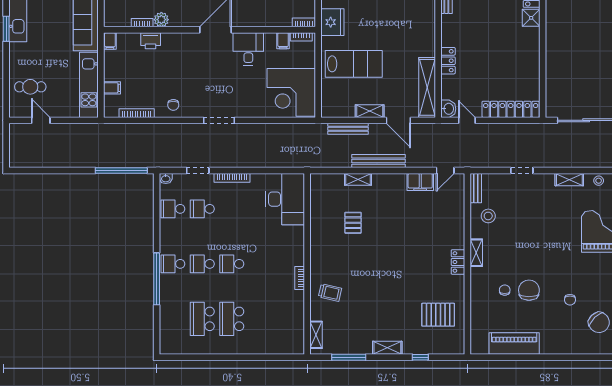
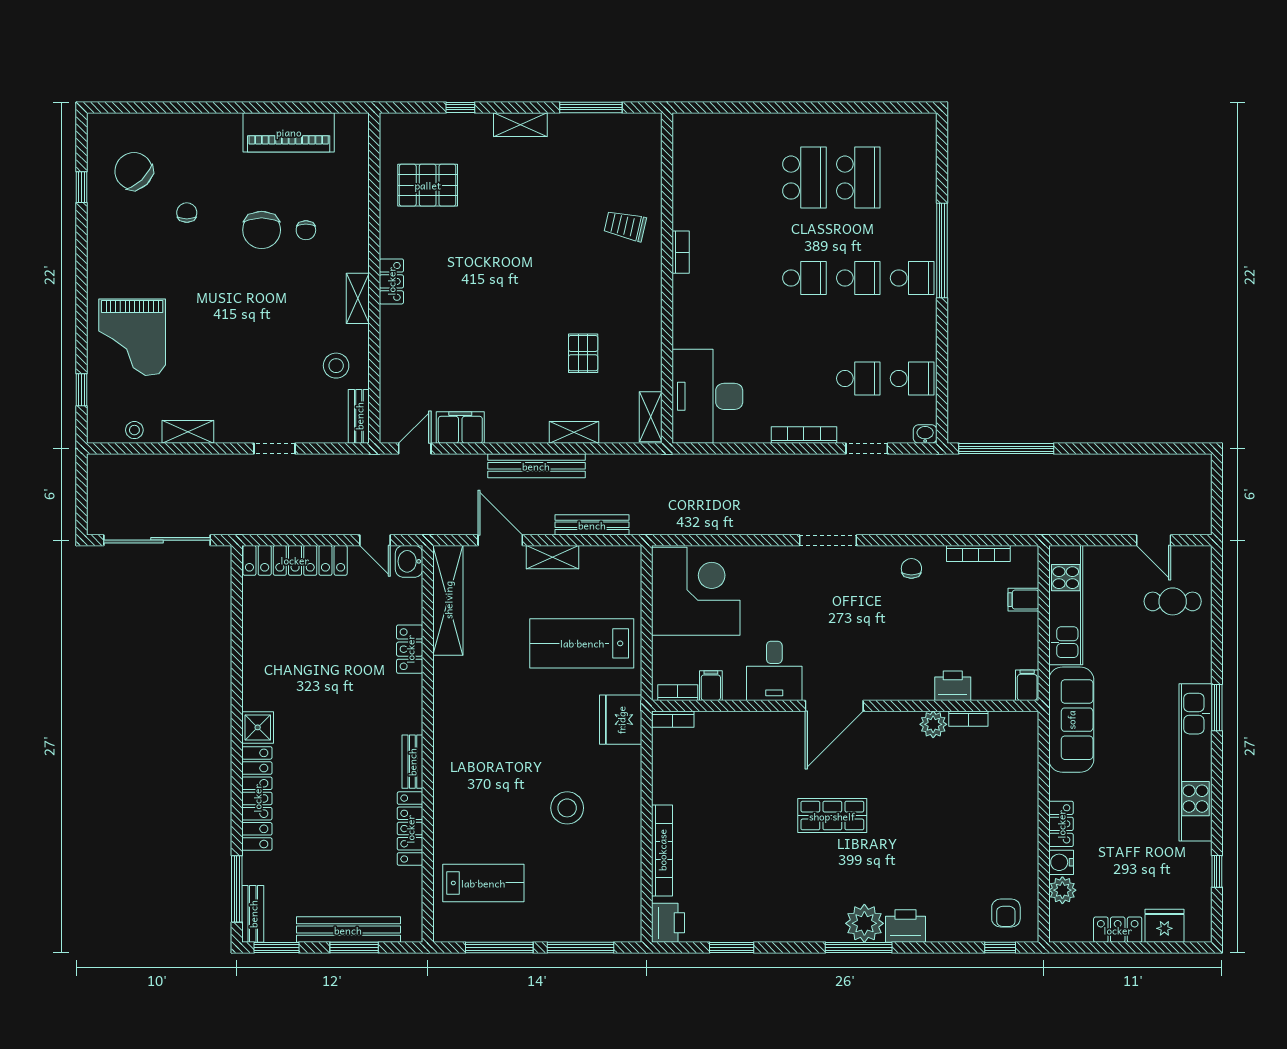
shelving: (316, 335) -> (651, 417), moved

